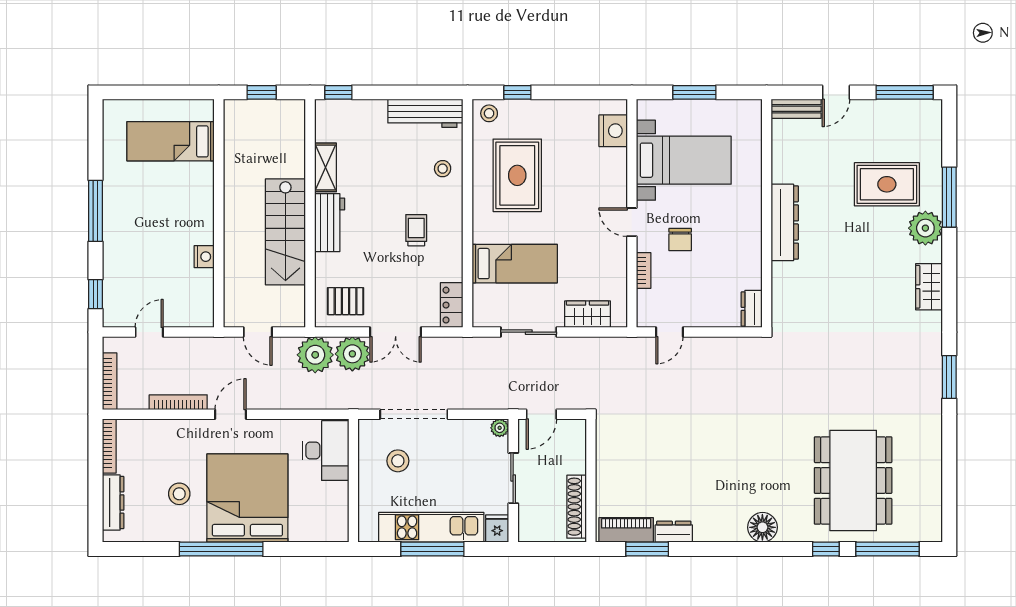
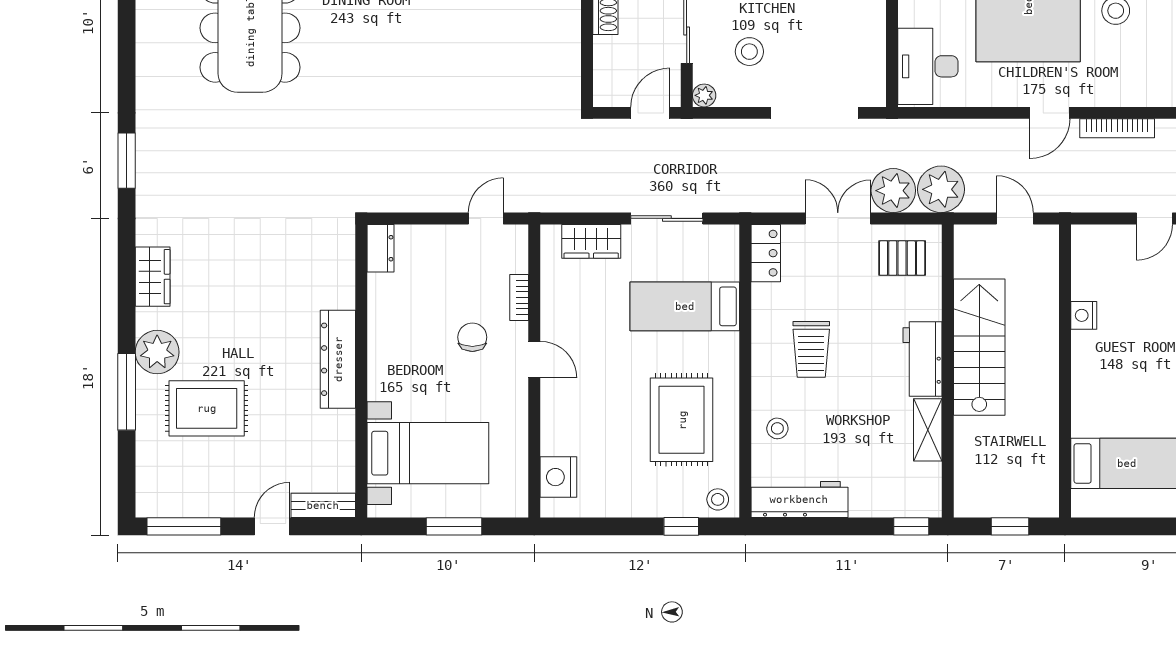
bed with nightstands: (684, 160) -> (428, 453), moved, turned 180
trolley: (416, 230) -> (811, 349), width x1.36, depth x1.39
stool: (398, 461) -> (749, 52), moved

